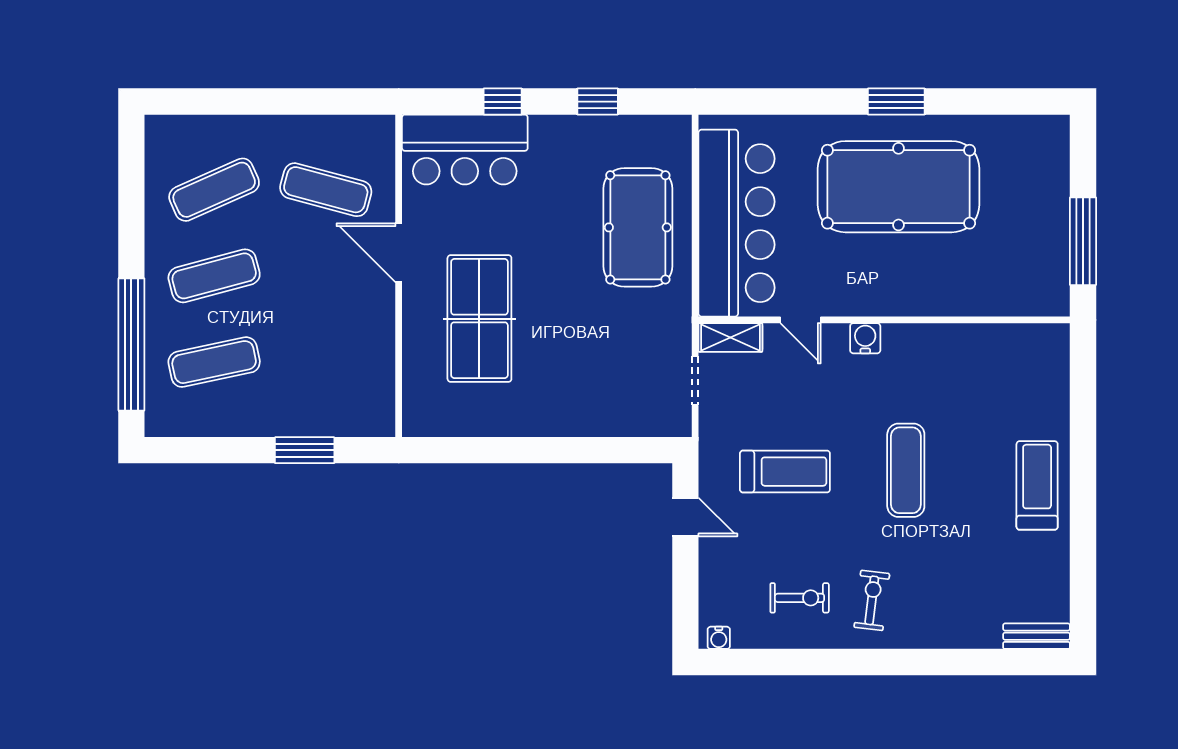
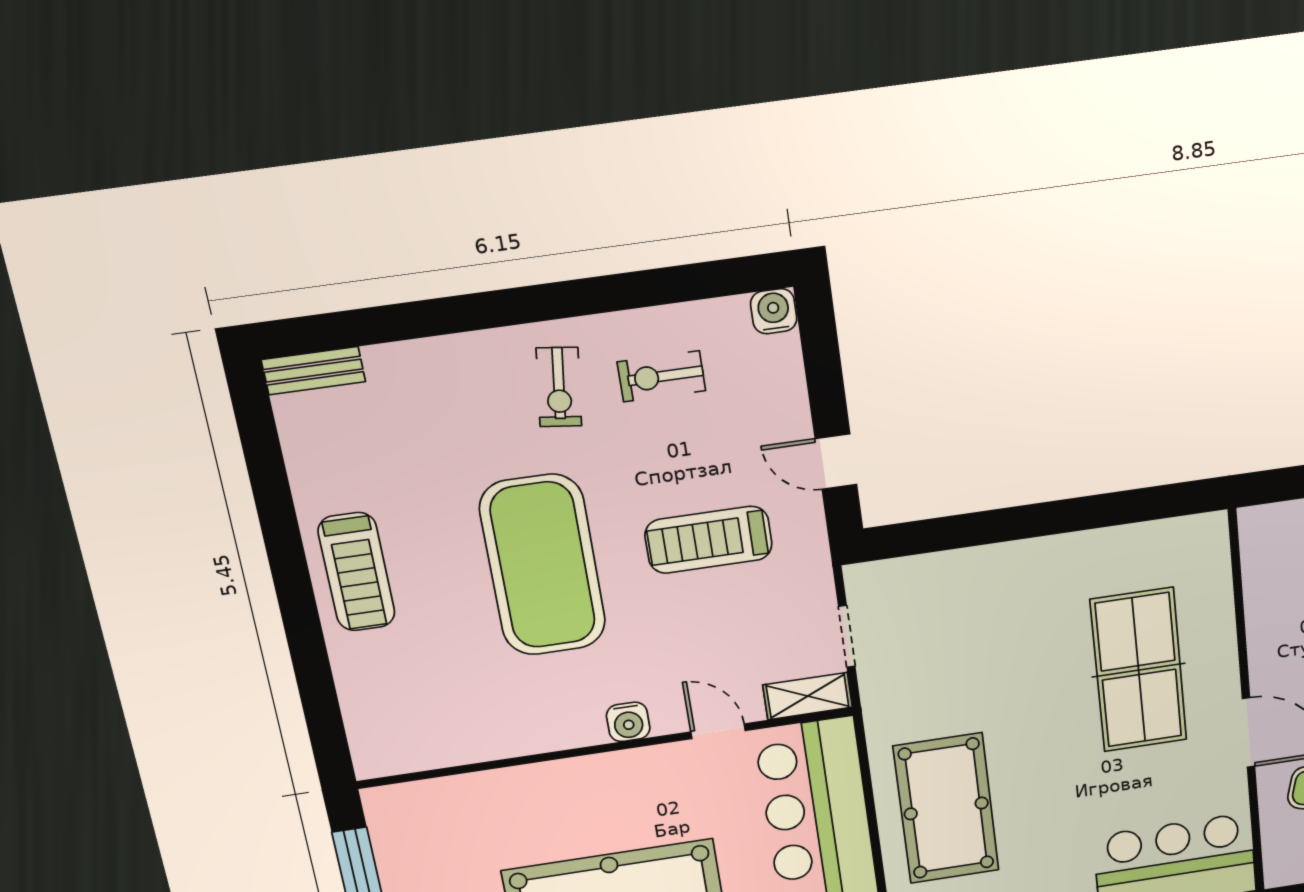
exercise mat: (906, 470) -> (543, 565), width x2.00, depth x1.45
water cooler: (719, 638) -> (774, 311), width x1.38, depth x1.38

